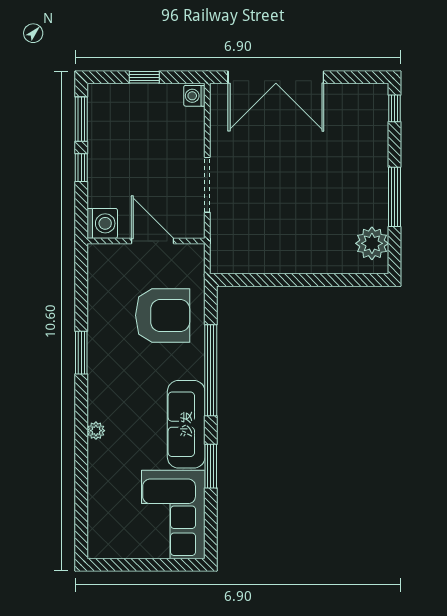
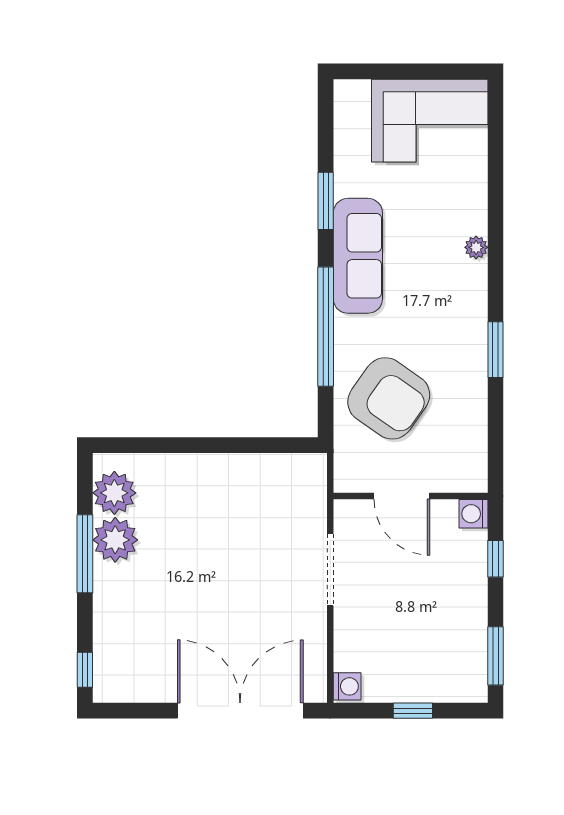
window: (81, 168) -> (496, 559), moved
plant: (371, 208) -> (115, 540), added
washing machine: (102, 223) -> (473, 514), width x0.73, depth x0.73
armchair: (163, 315) -> (389, 398), turned -145
corner sofa: (173, 514) -> (430, 121), moved, turned 90

